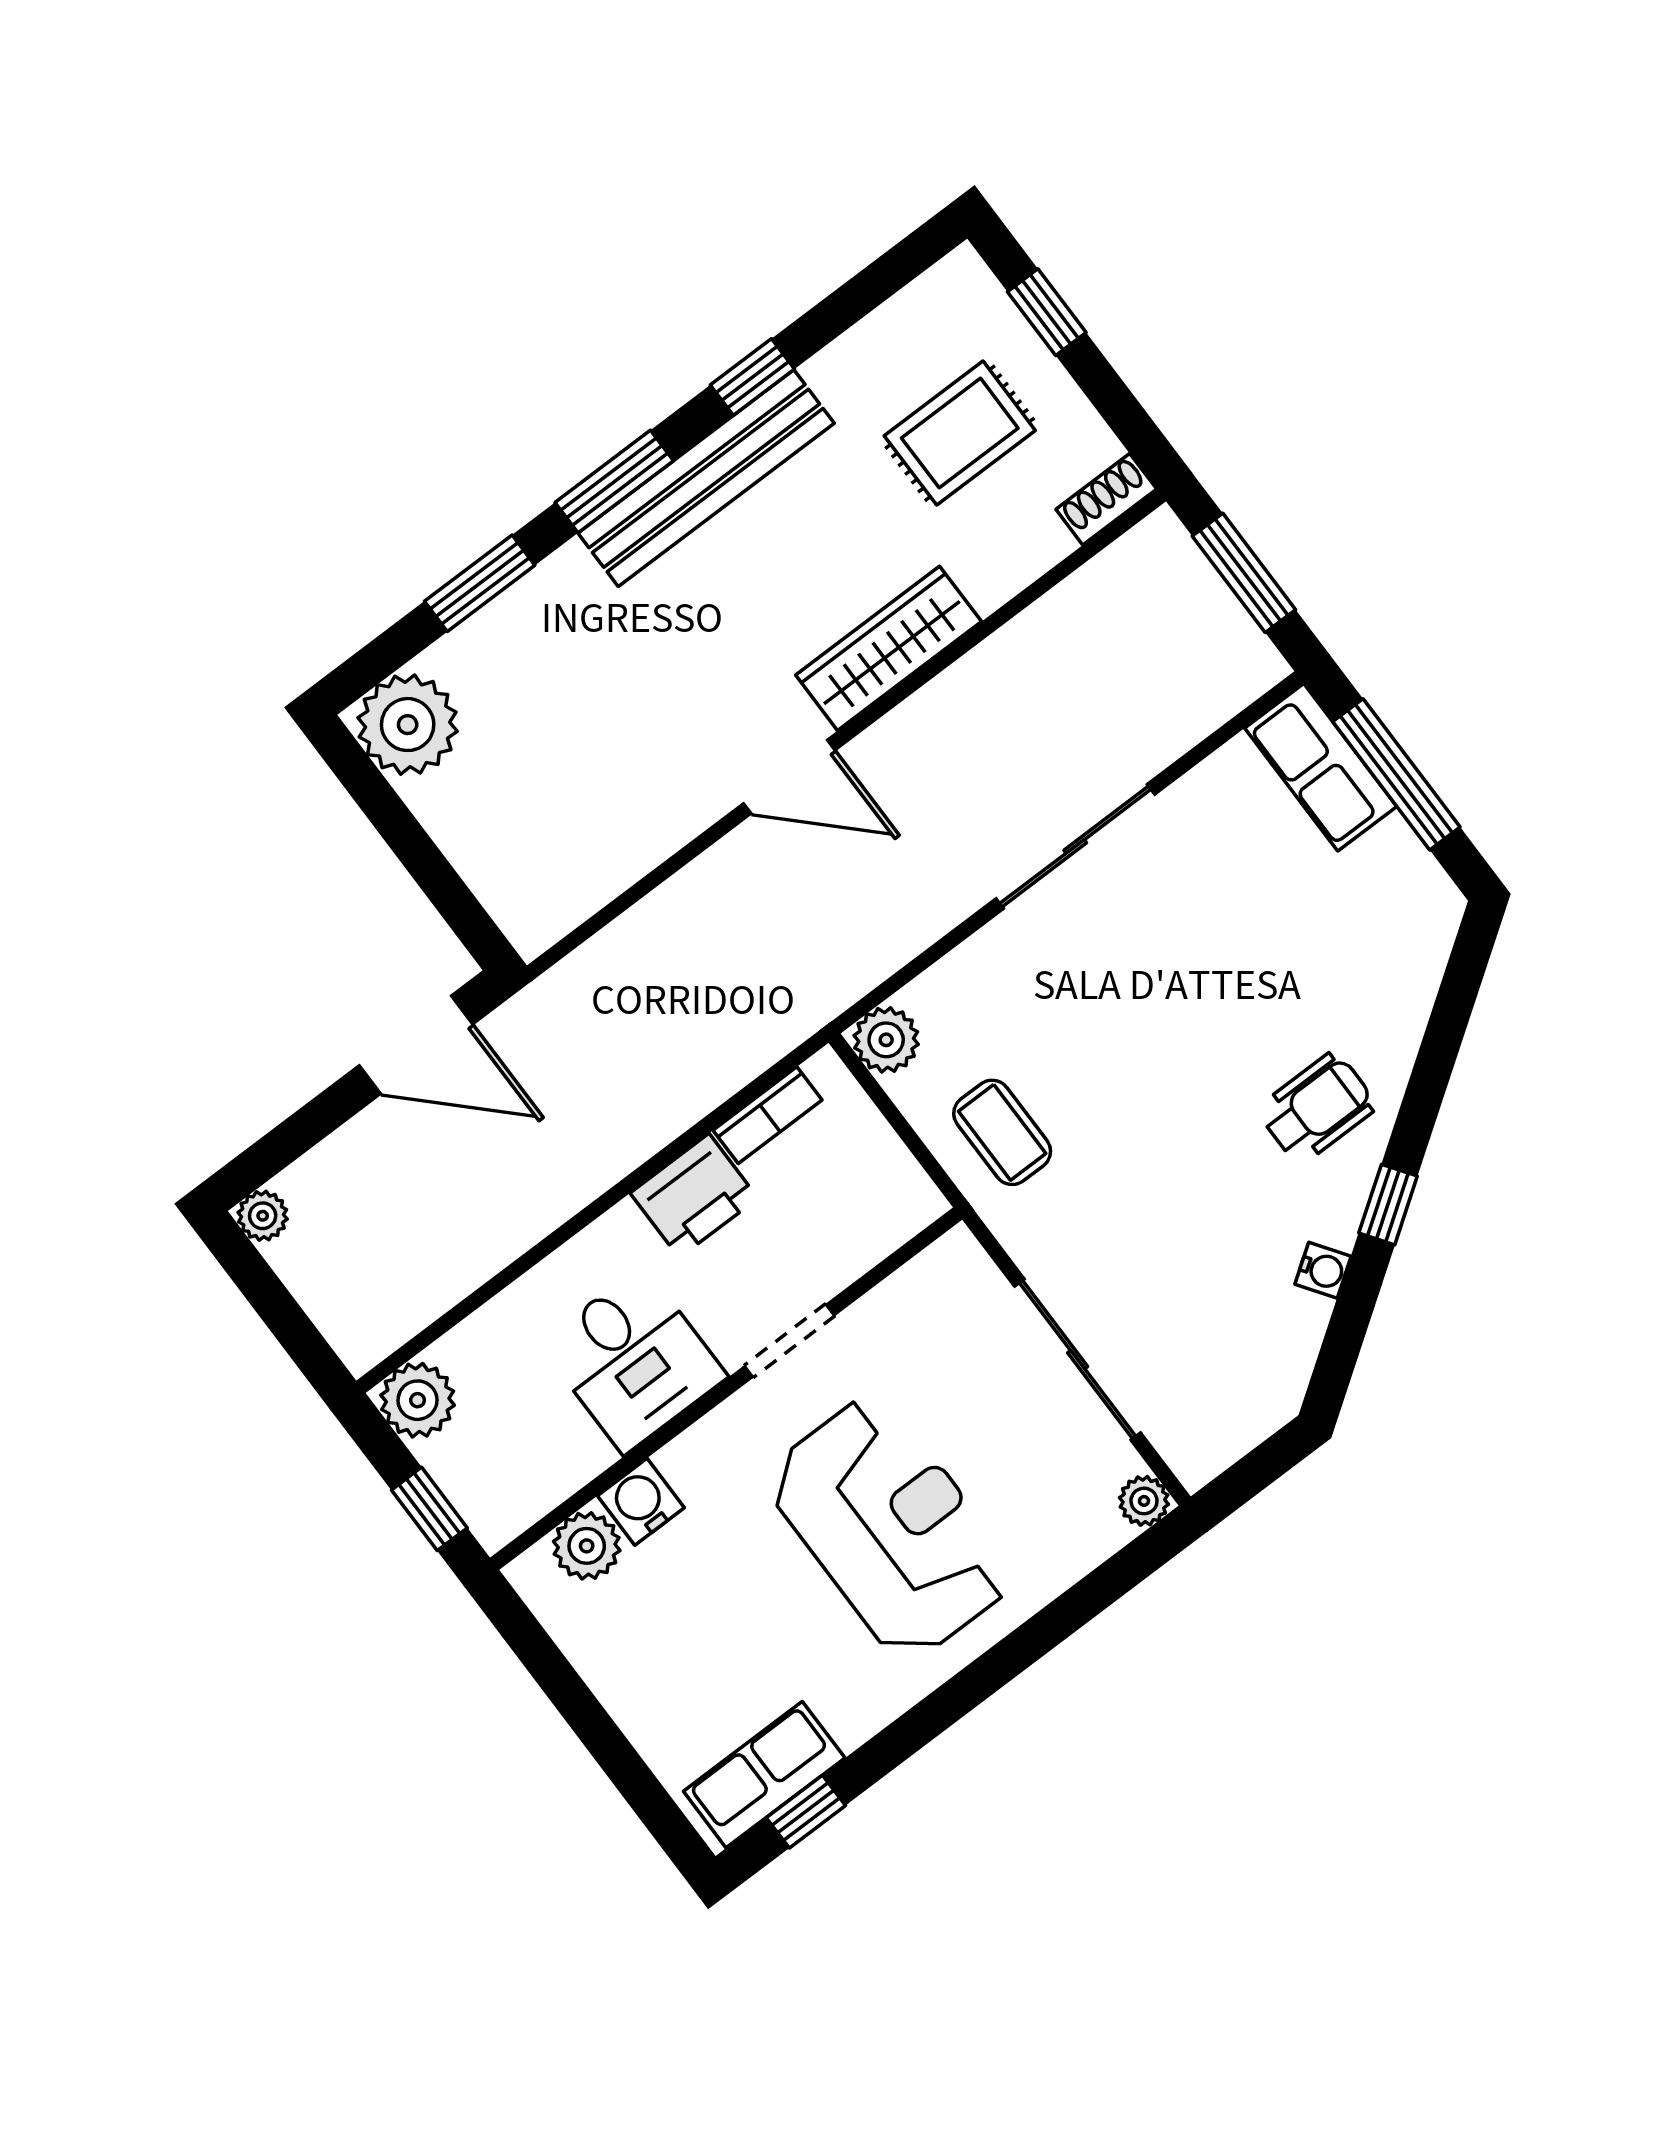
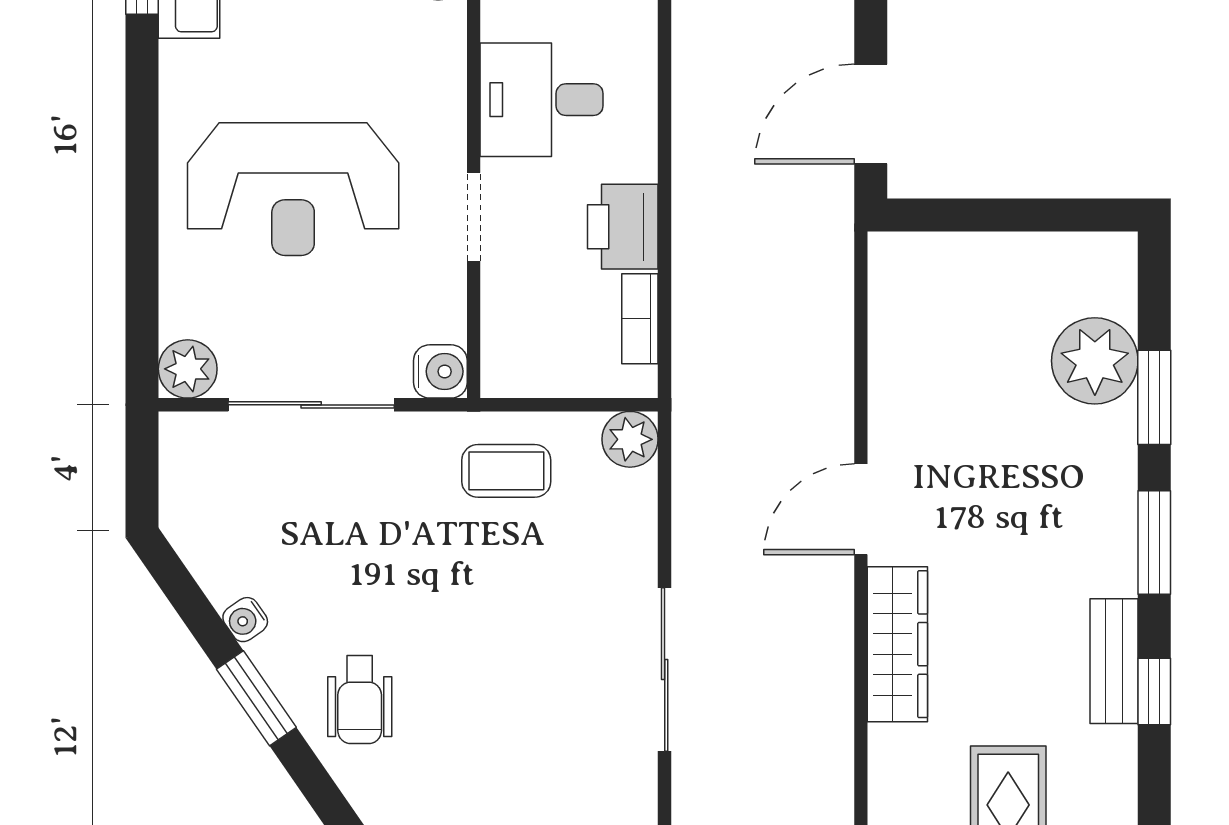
bench: (706, 478) -> (1114, 661), width x0.54, depth x0.82
plant: (408, 725) -> (1095, 361), moved
window: (1388, 1205) -> (256, 698), width x1.50
plant: (1144, 1501) -> (188, 369), width x1.38, depth x1.38
water cooler: (641, 1502) -> (440, 371), moved

